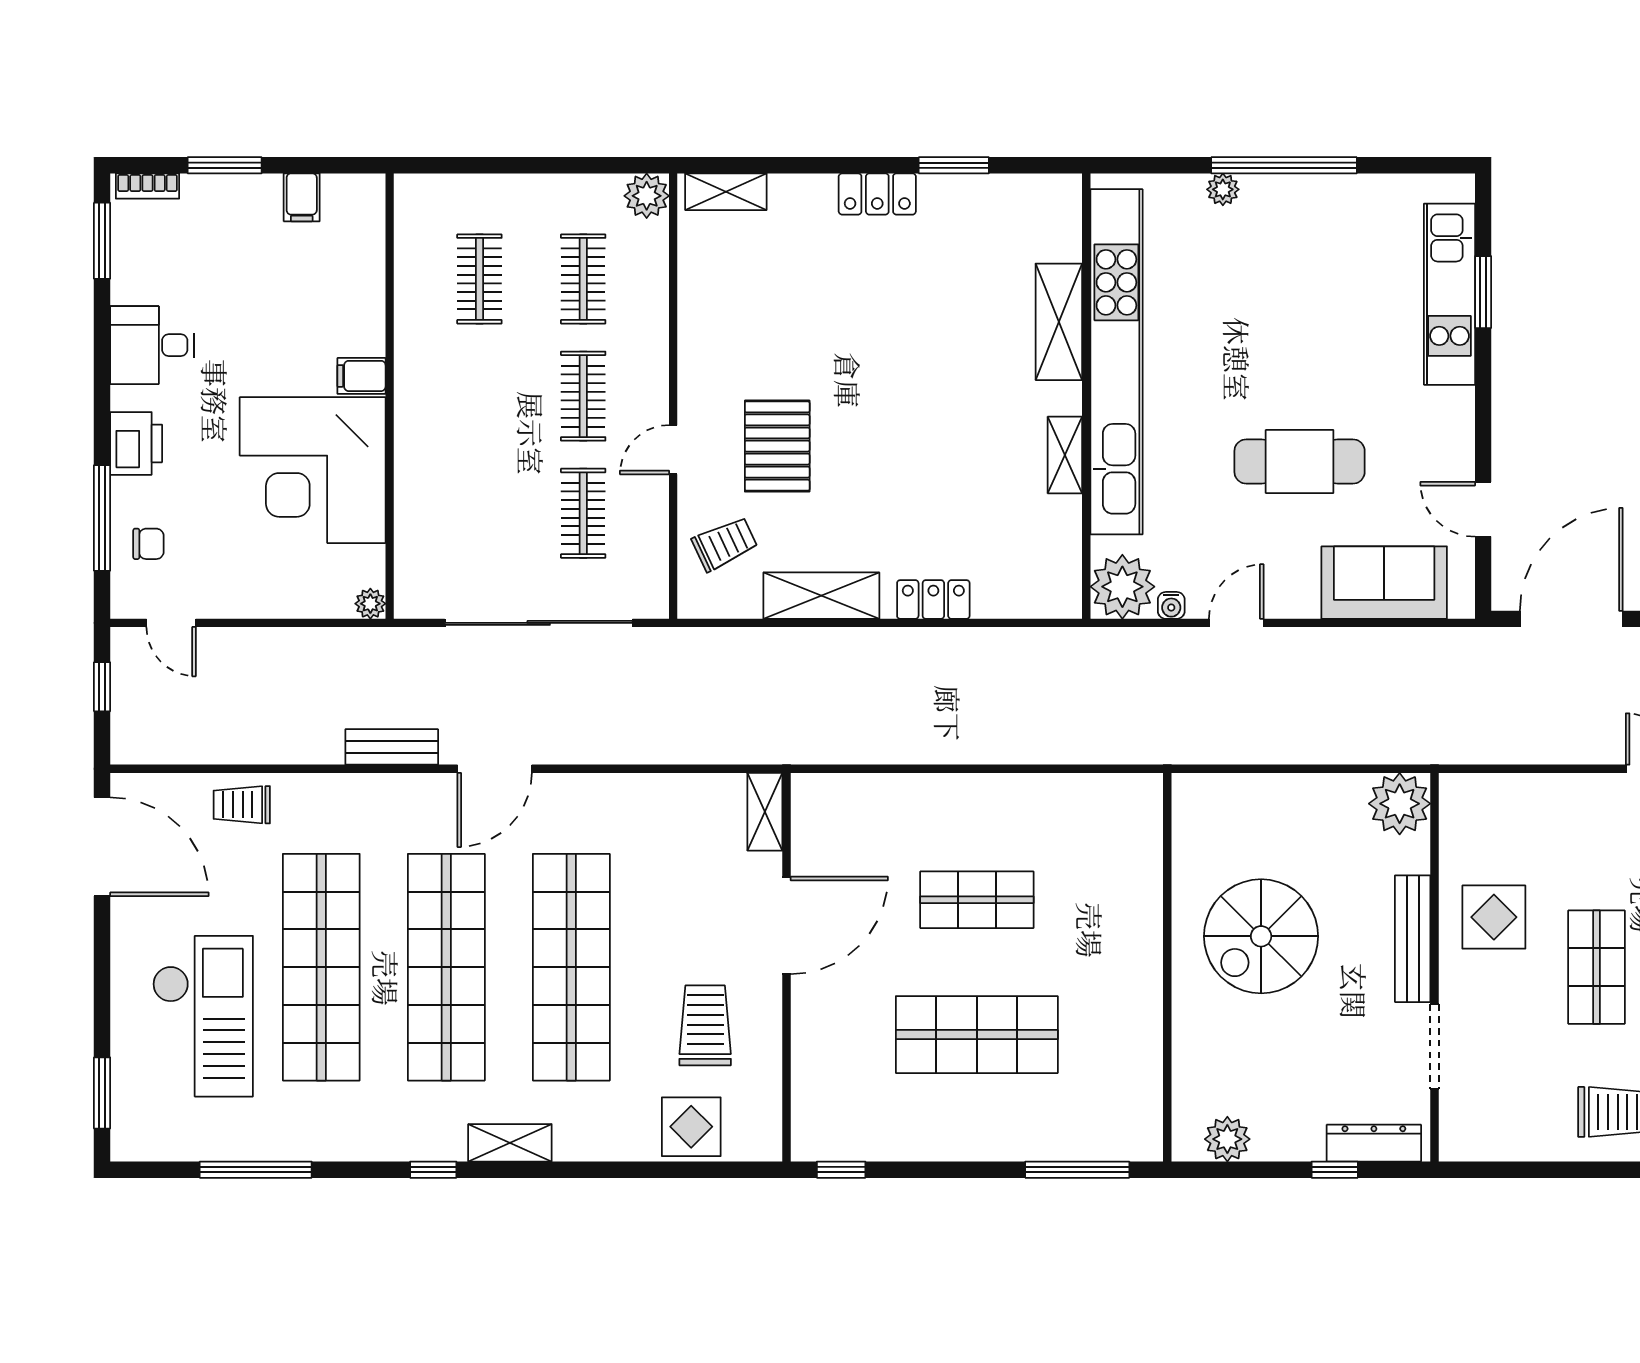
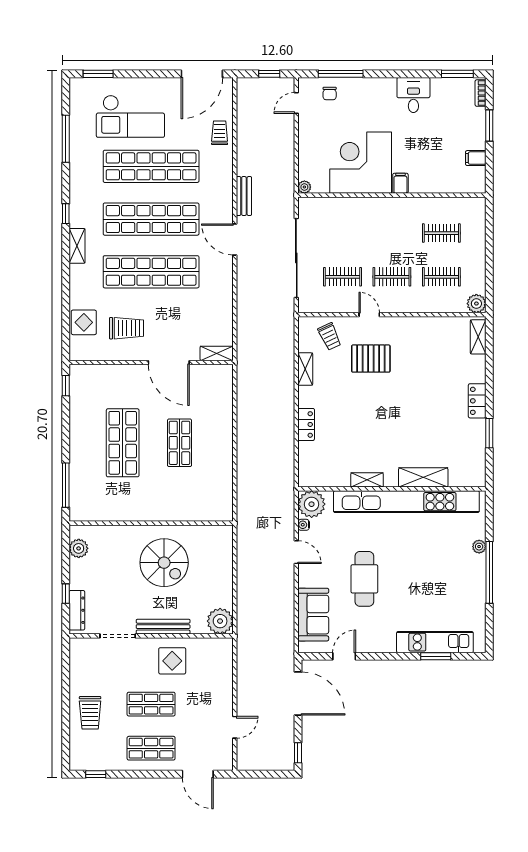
printer: (136, 443) -> (372, 88), removed
shelving: (821, 596) -> (305, 369), width x0.67, depth x0.75
spiral stairs: (1261, 936) -> (164, 563), turned 180

